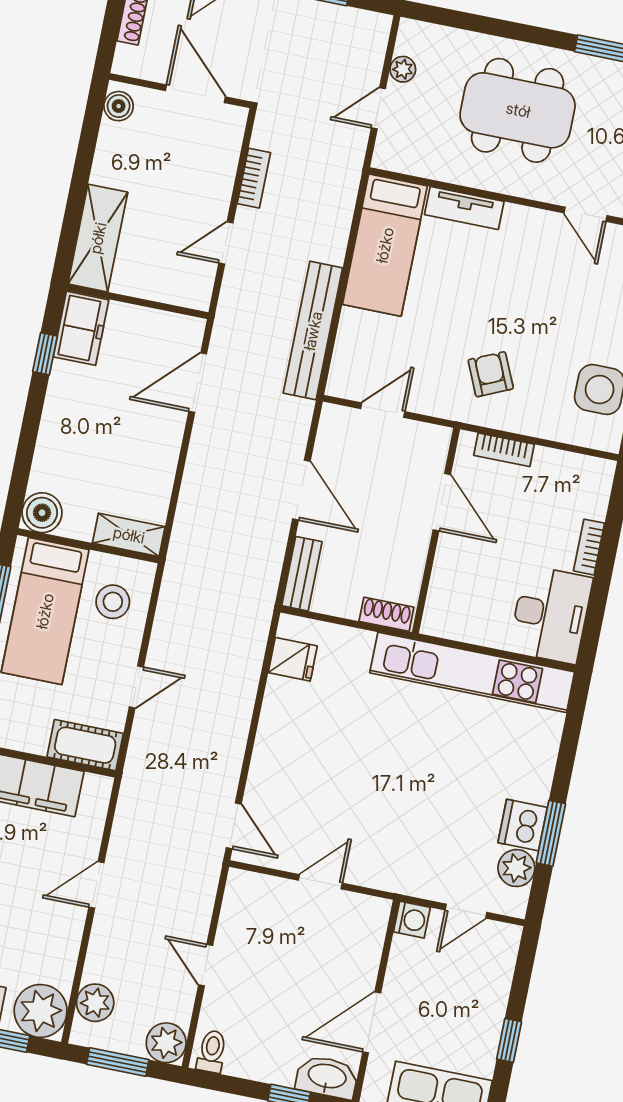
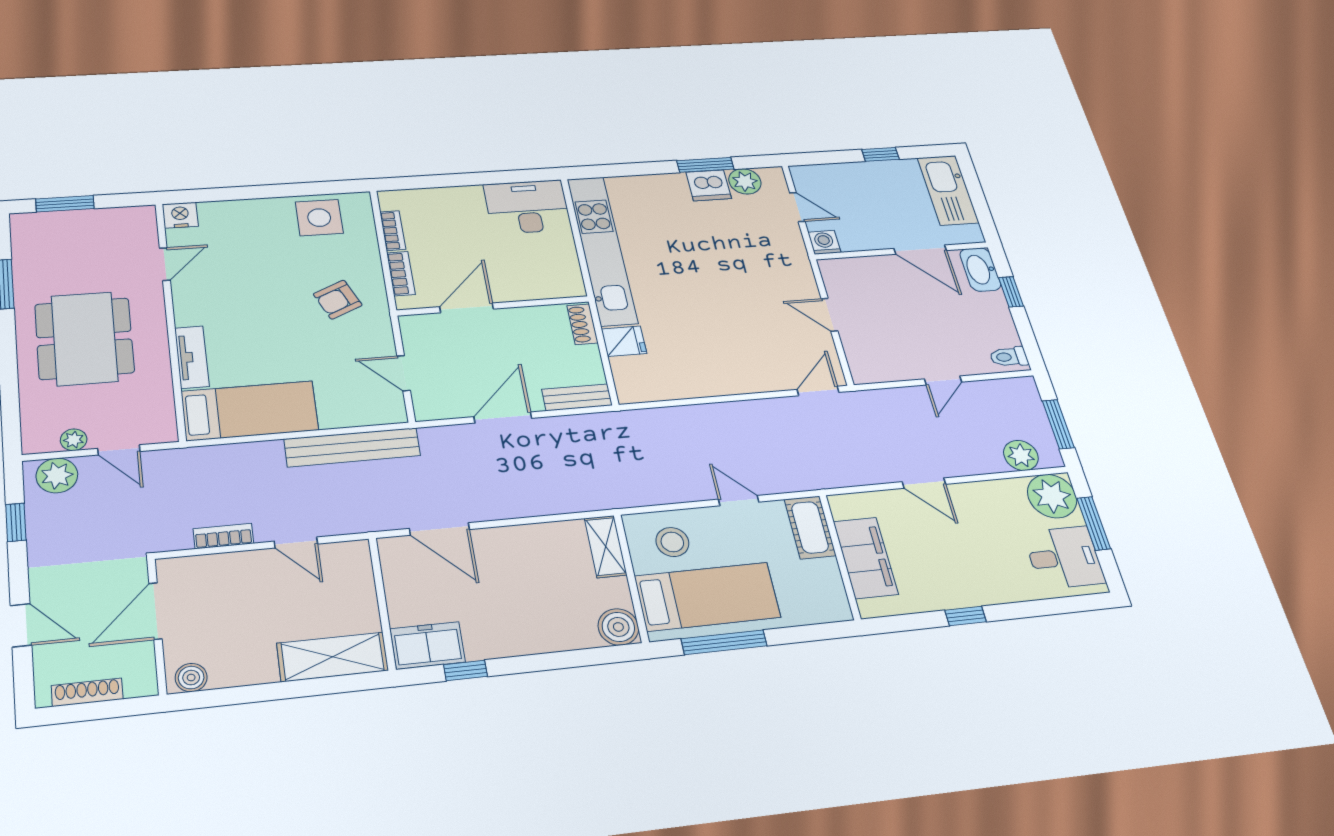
bookcase: (589, 547) -> (393, 231), moved, turned -90
fridge: (293, 659) -> (624, 341), moved, turned 90
plant: (166, 1043) -> (57, 475), moved

